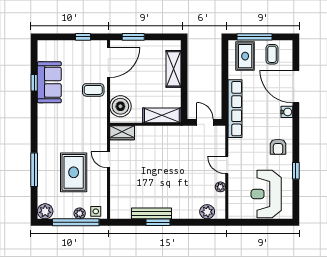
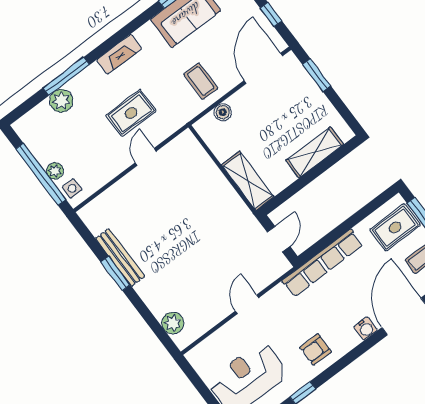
door: (108, 62) -> (263, 68), swing flipped
coffee table: (93, 90) -> (201, 81), moved
boiler: (120, 106) -> (223, 112), width x0.54, depth x0.54
fireplace: (44, 133) -> (119, 54), added
wardrobe: (122, 133) -> (191, 149), removed
rug: (74, 172) -> (131, 113), moved, width x0.73, depth x0.70
plant: (220, 187) -> (215, 317), removed
plant: (45, 211) -> (61, 101), moved

